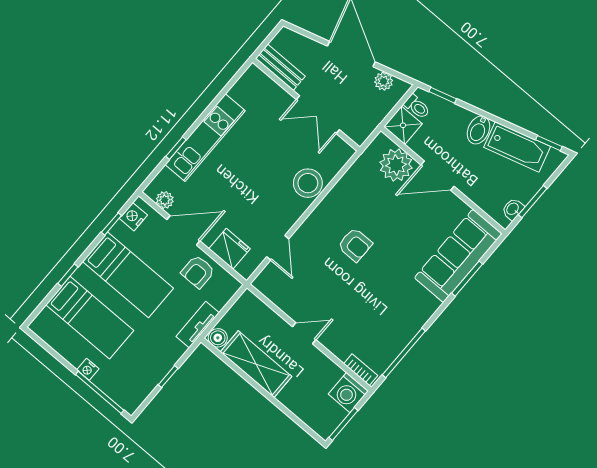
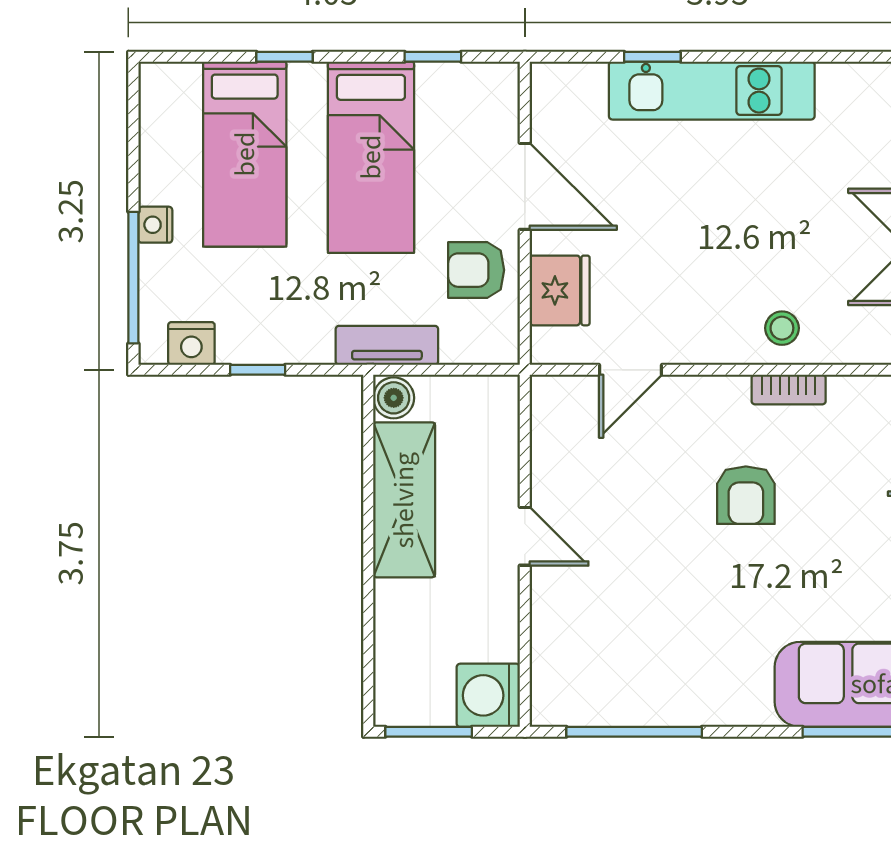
stool: (308, 183) -> (782, 328), width x0.53, depth x0.53
plant: (165, 200) -> (549, 112), removed
nightstand: (133, 217) -> (191, 343), moved, turned 180
bookcase: (361, 370) -> (789, 390), moved, turned 90

